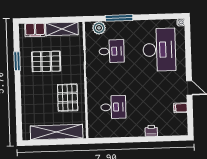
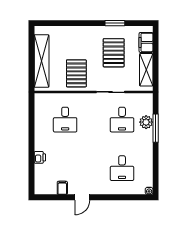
plant: (99, 28) -> (146, 122), moved
desk: (159, 50) -> (122, 168), width x0.53, depth x0.77
pallet: (68, 98) -> (76, 73), turned 90

